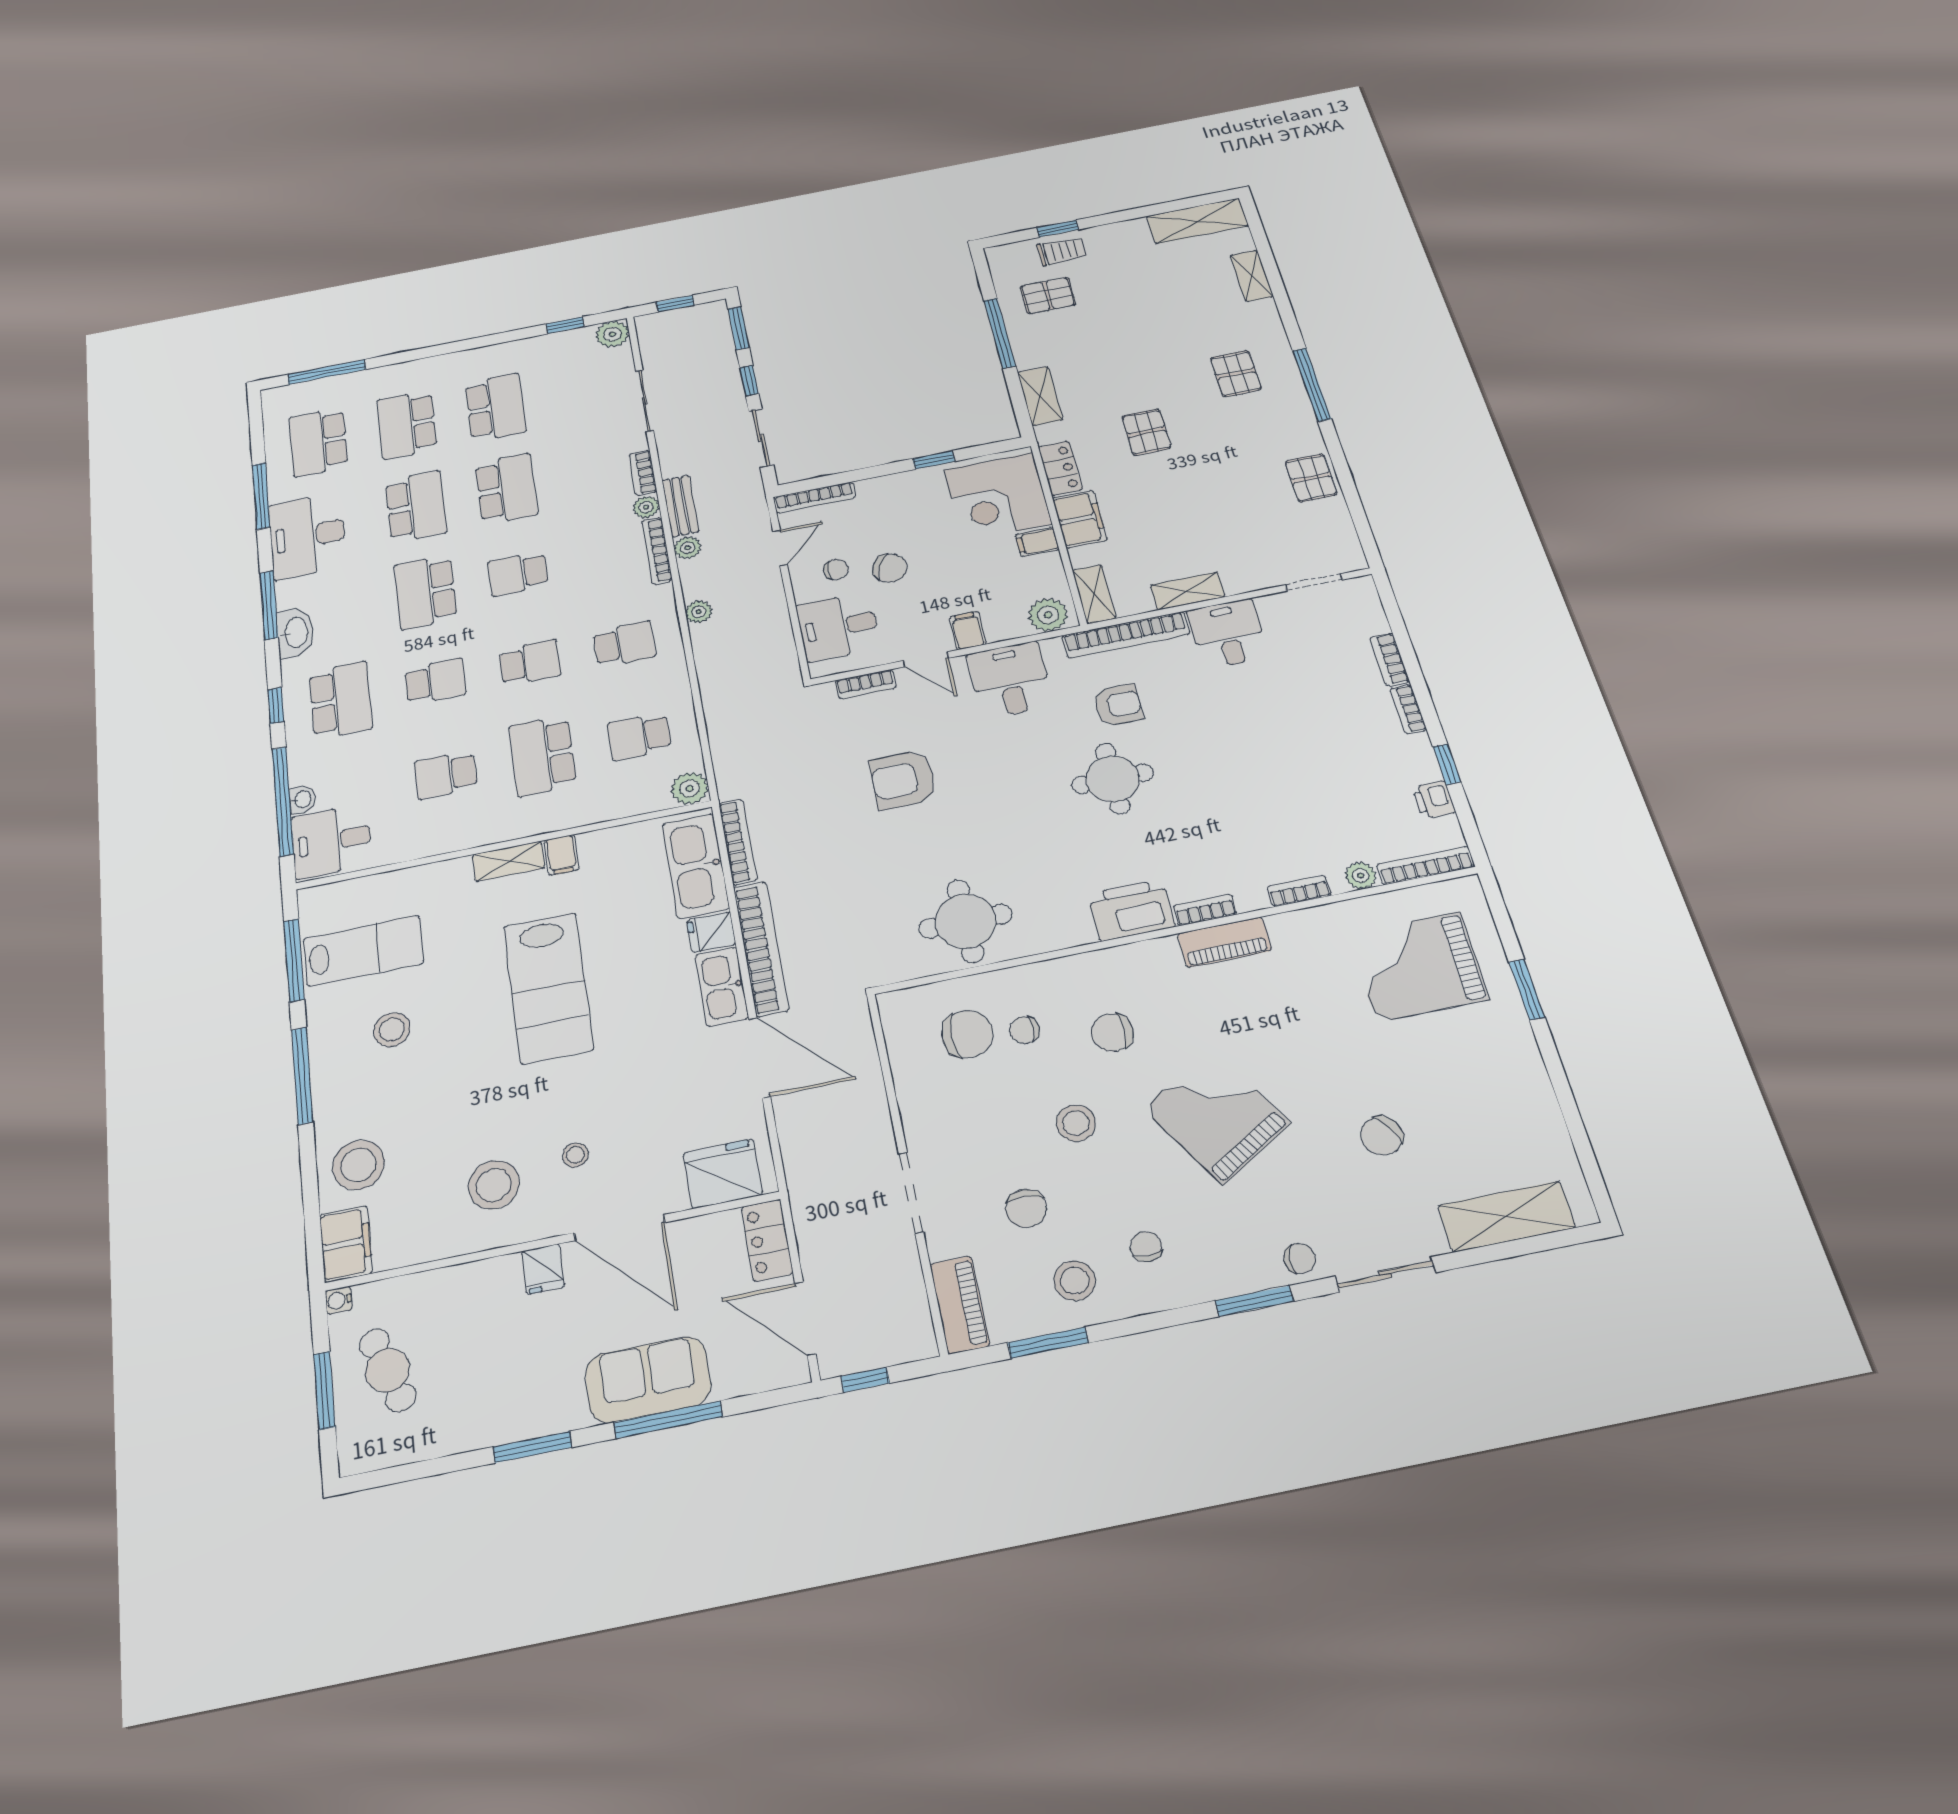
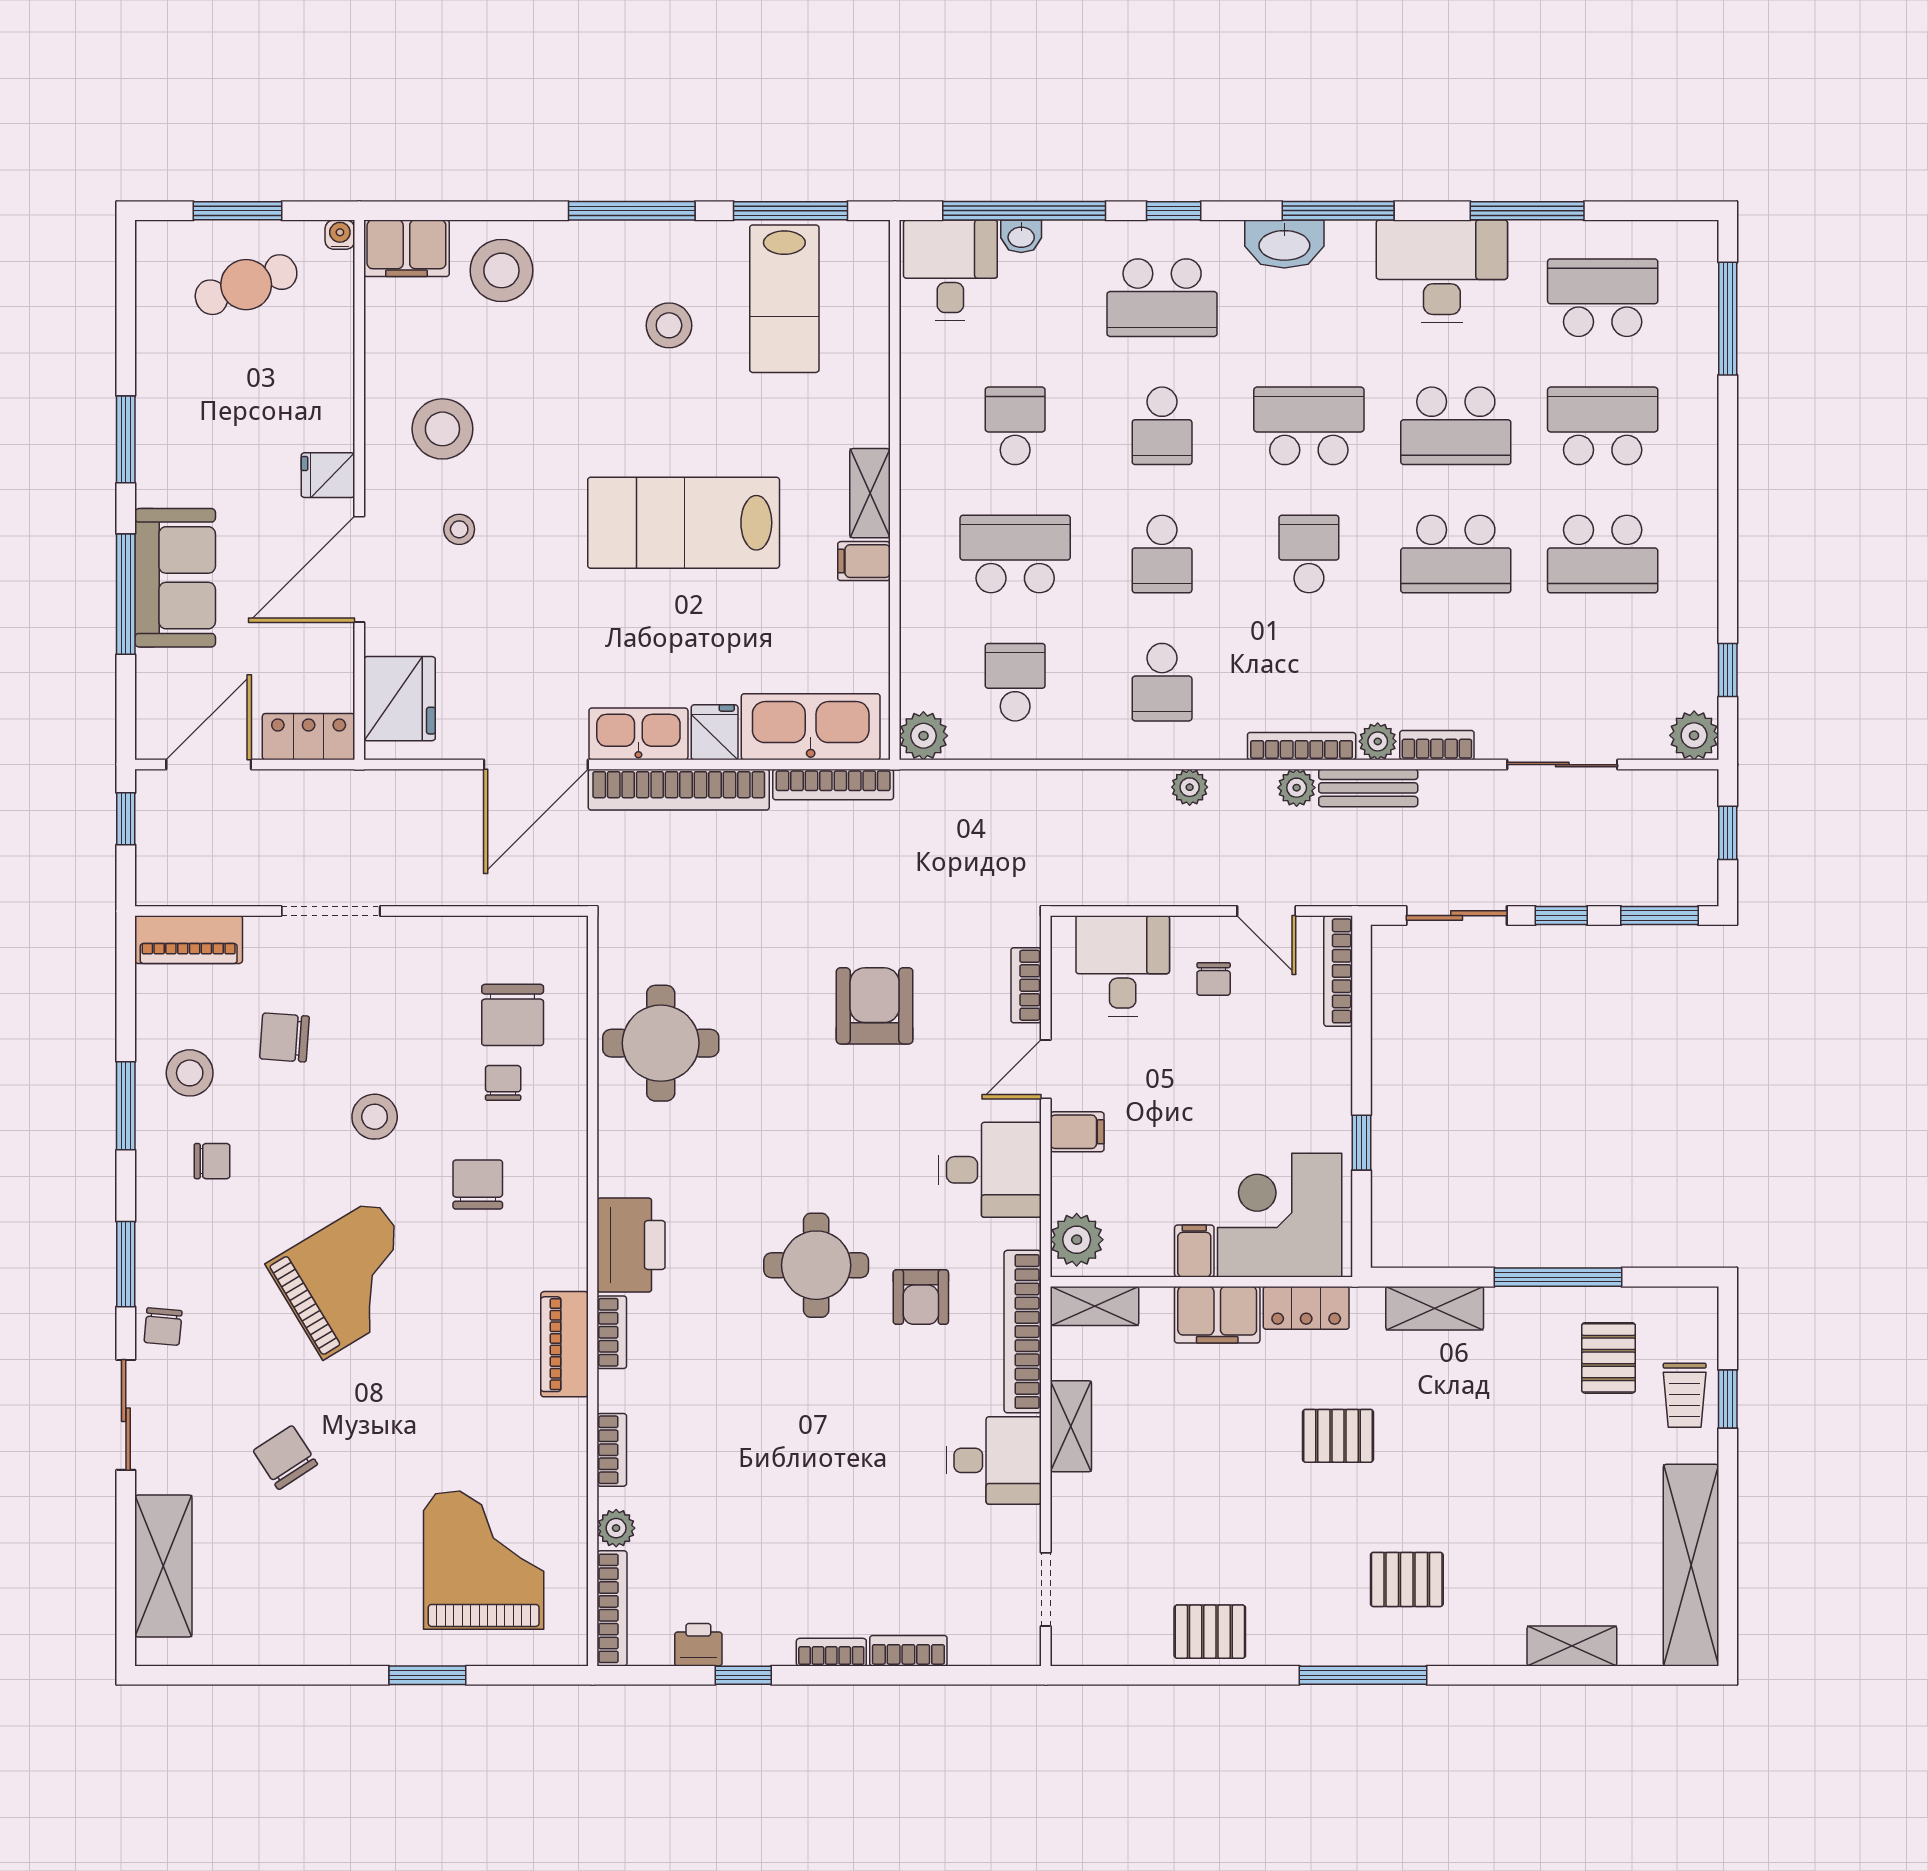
shelving: (1197, 221) -> (1691, 1565), width x1.47
chair: (890, 568) -> (1199, 1050), removed
window: (1048, 1343) -> (126, 1106), moved

